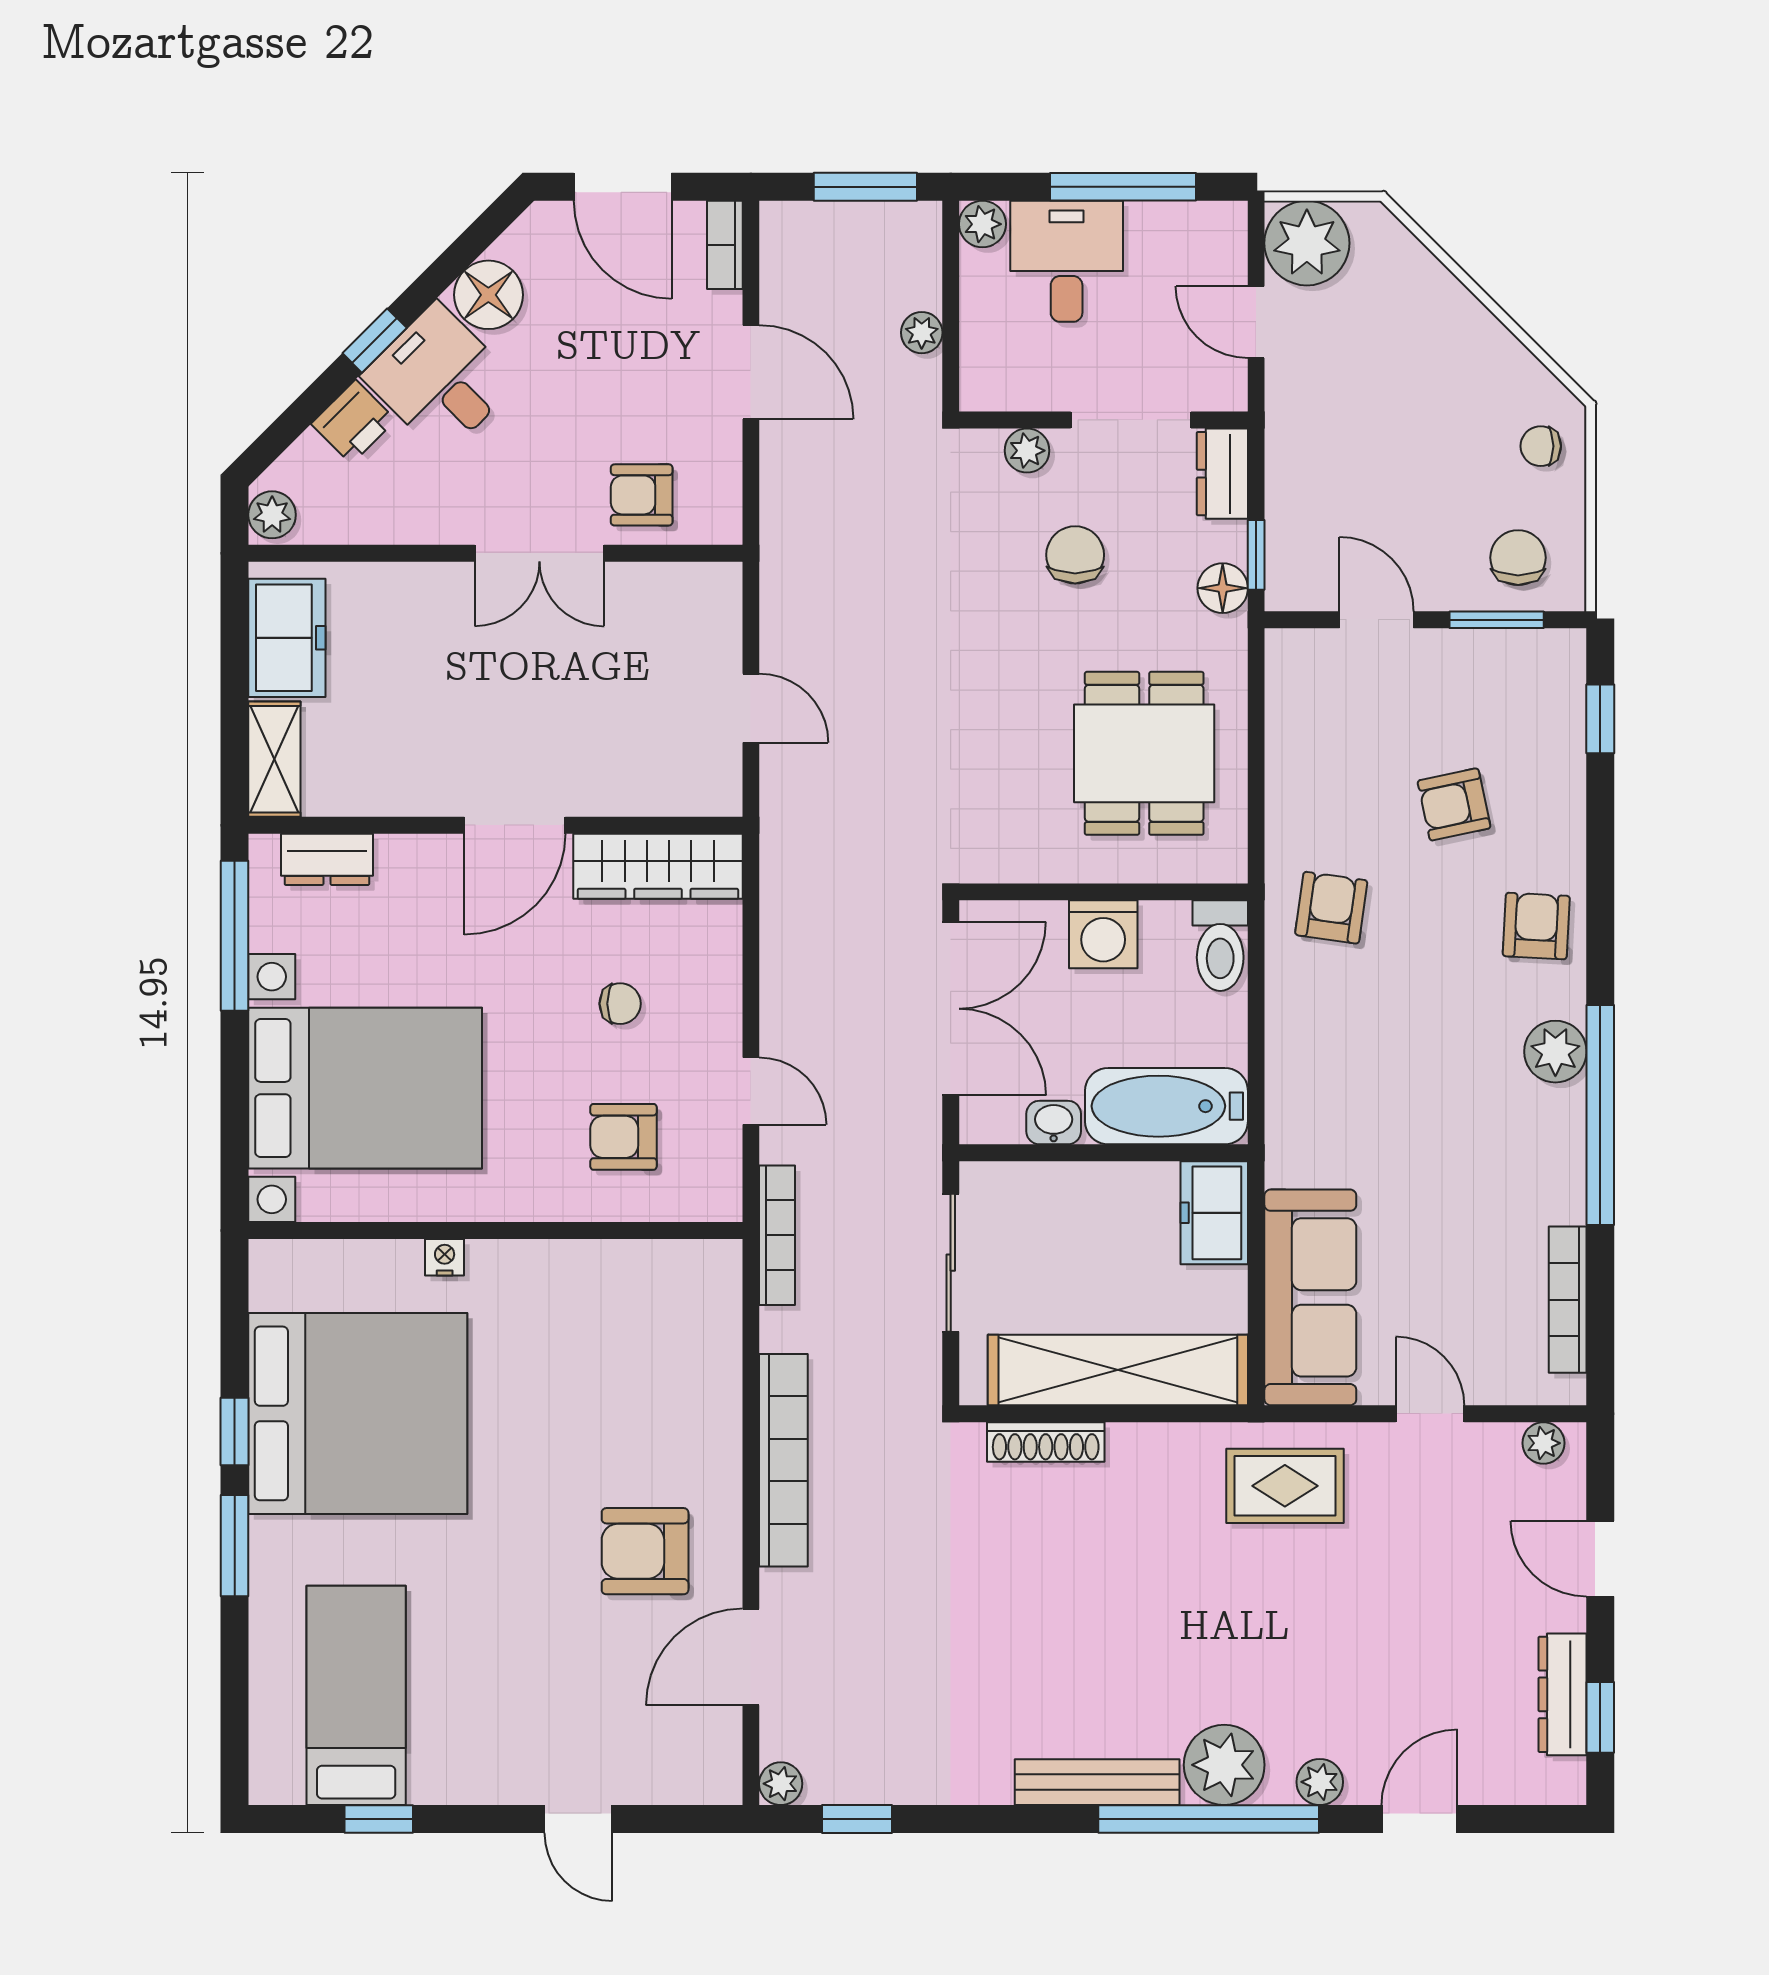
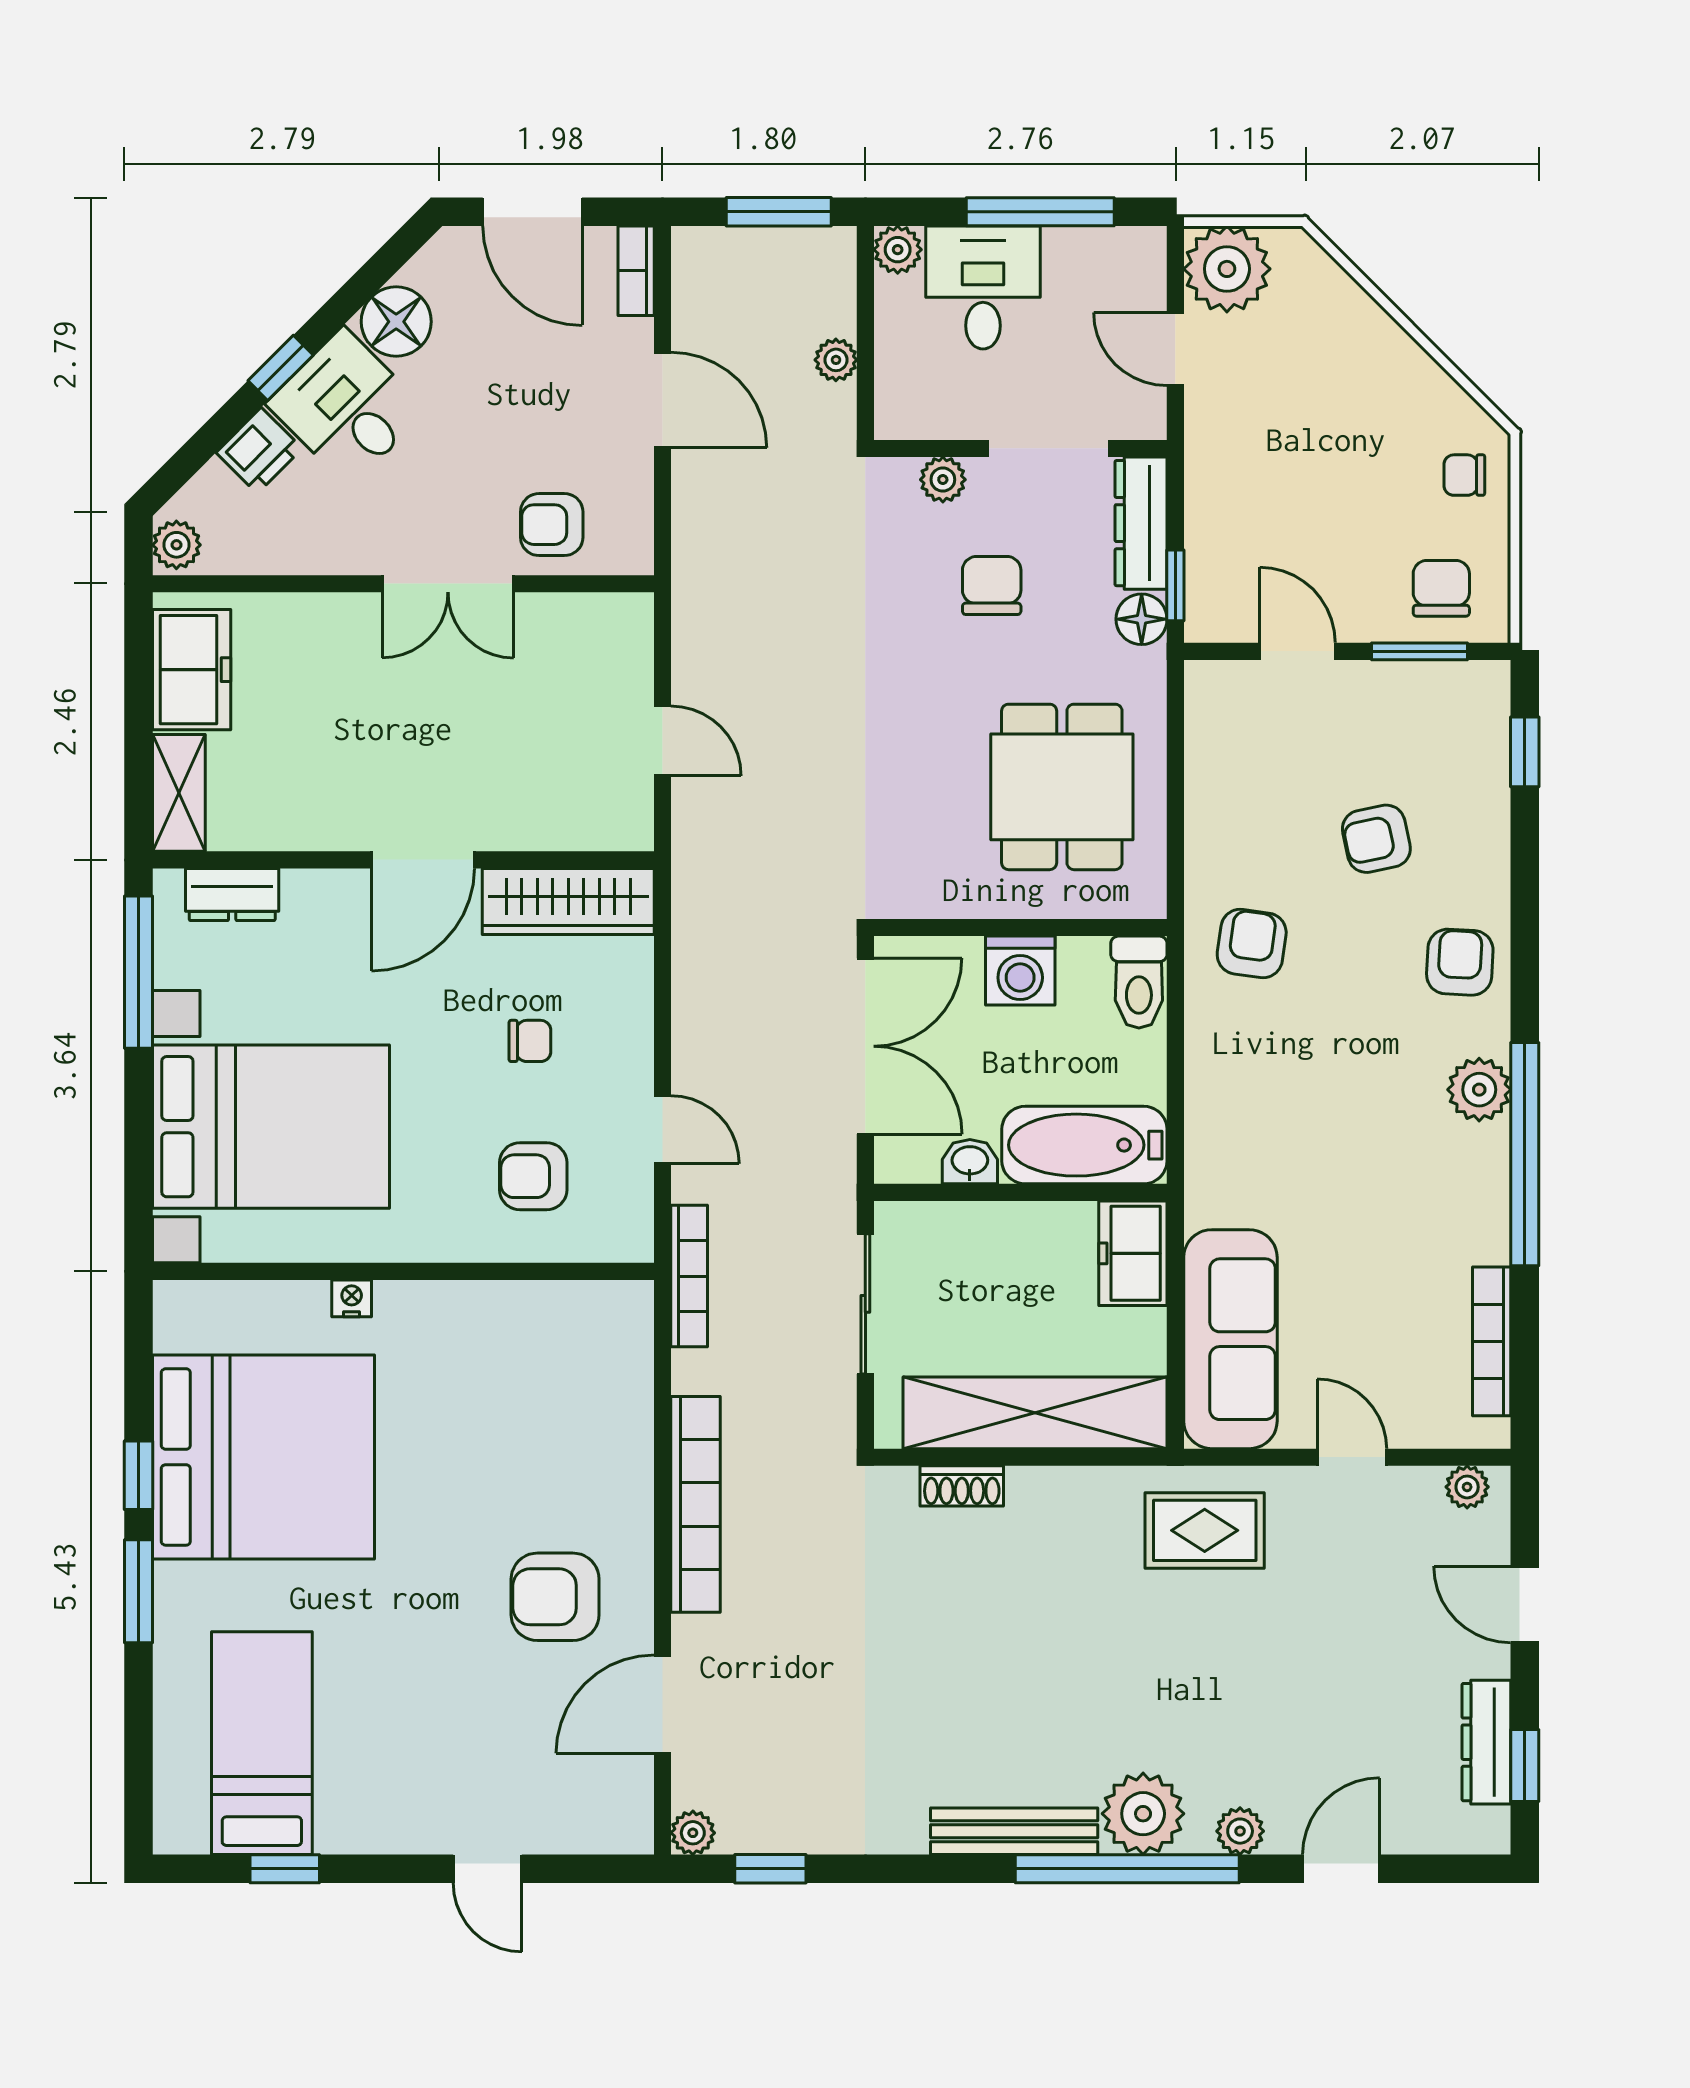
dresser: (1222, 474) -> (1141, 523), width x1.44
shoe rack: (1046, 1442) -> (962, 1486), width x0.70

